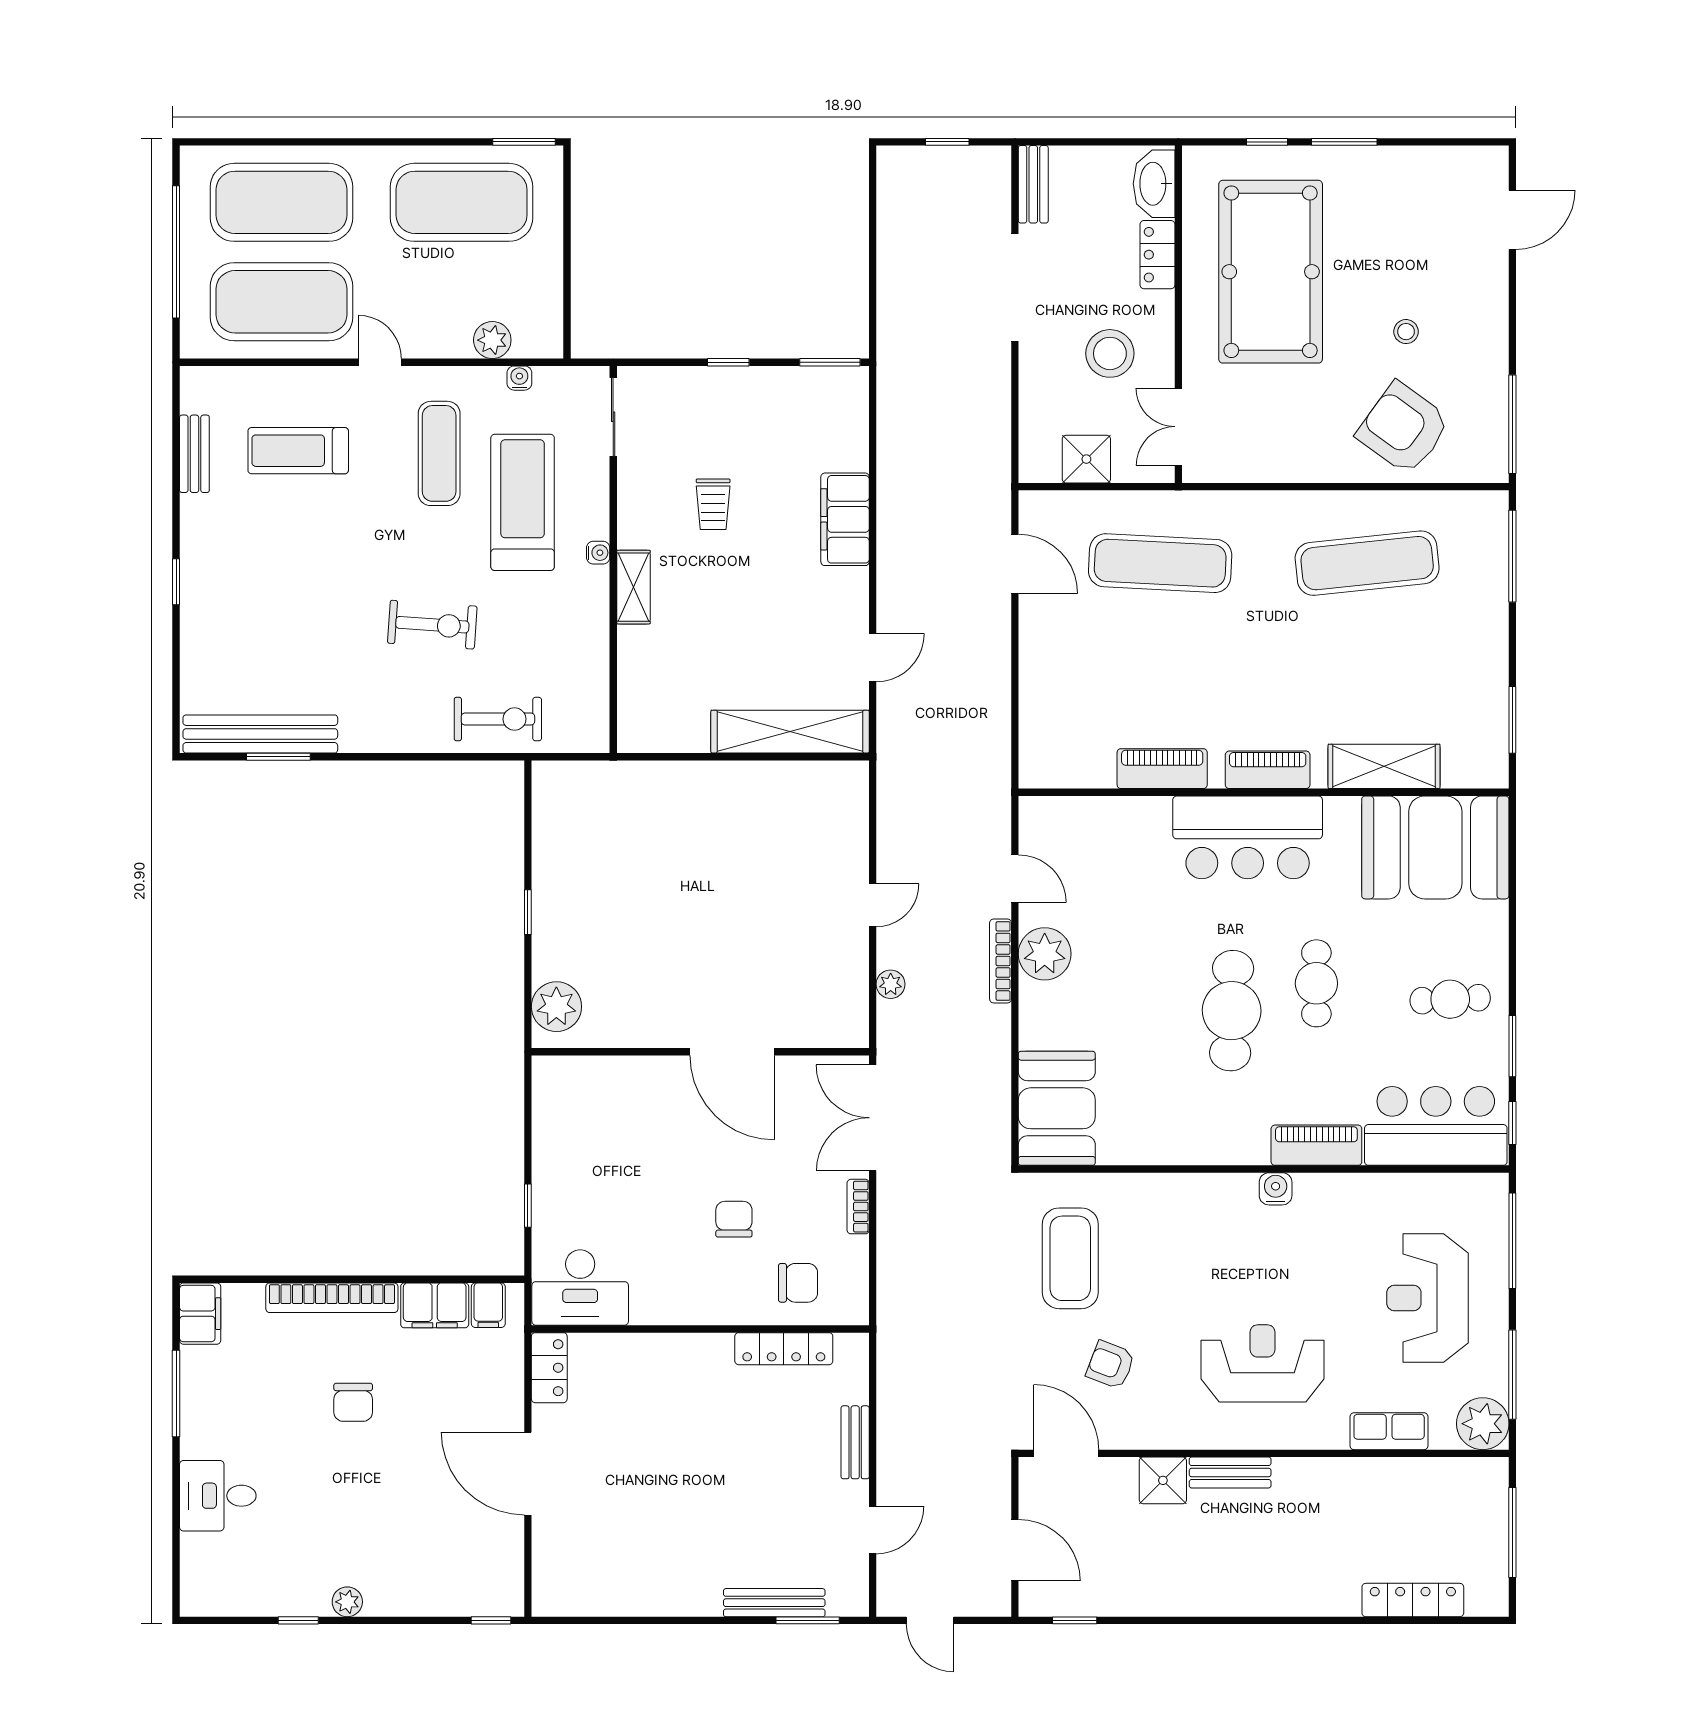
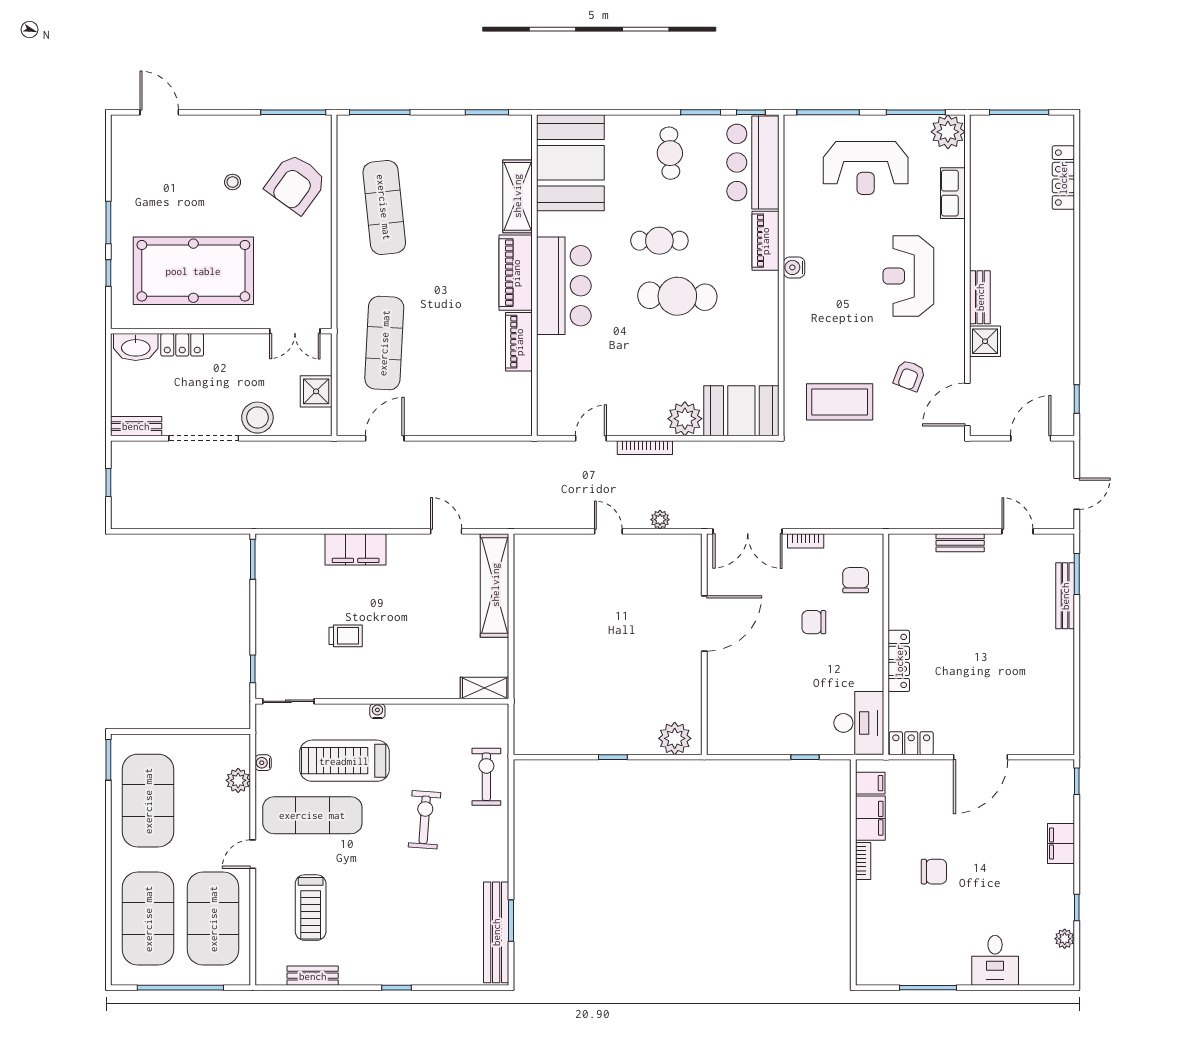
stool: (1110, 353) -> (257, 418), moved
window: (728, 362) -> (253, 669), moved
exercise mat: (439, 453) -> (312, 815), width x1.36, depth x1.45
shelving: (633, 587) -> (485, 688), moved
piano: (1268, 770) -> (516, 273), width x1.37, depth x1.33
plant: (1045, 954) -> (685, 419), moved
bookcase: (332, 1298) -> (863, 861), width x0.43, depth x0.76
filing cabinet: (200, 1314) -> (1061, 844), moved, turned -90
locker: (784, 1349) -> (899, 661), moved
plant: (347, 1602) -> (1065, 939), moved

